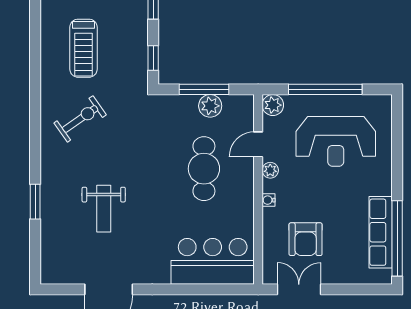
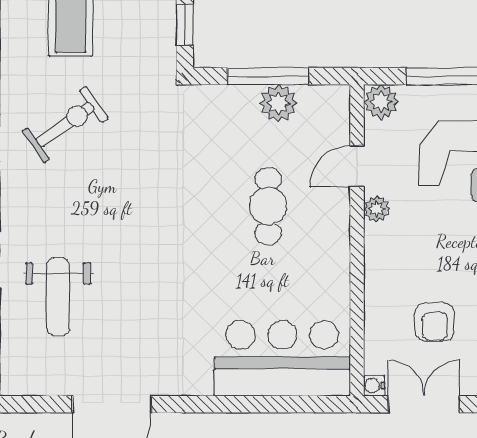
cafe table: (204, 169) -> (268, 206), width x0.73, depth x0.74
water cooler: (269, 200) -> (374, 386), moved
weight bench: (104, 209) -> (58, 296), moved
armchair: (306, 239) -> (435, 322), width x0.72, depth x0.72

